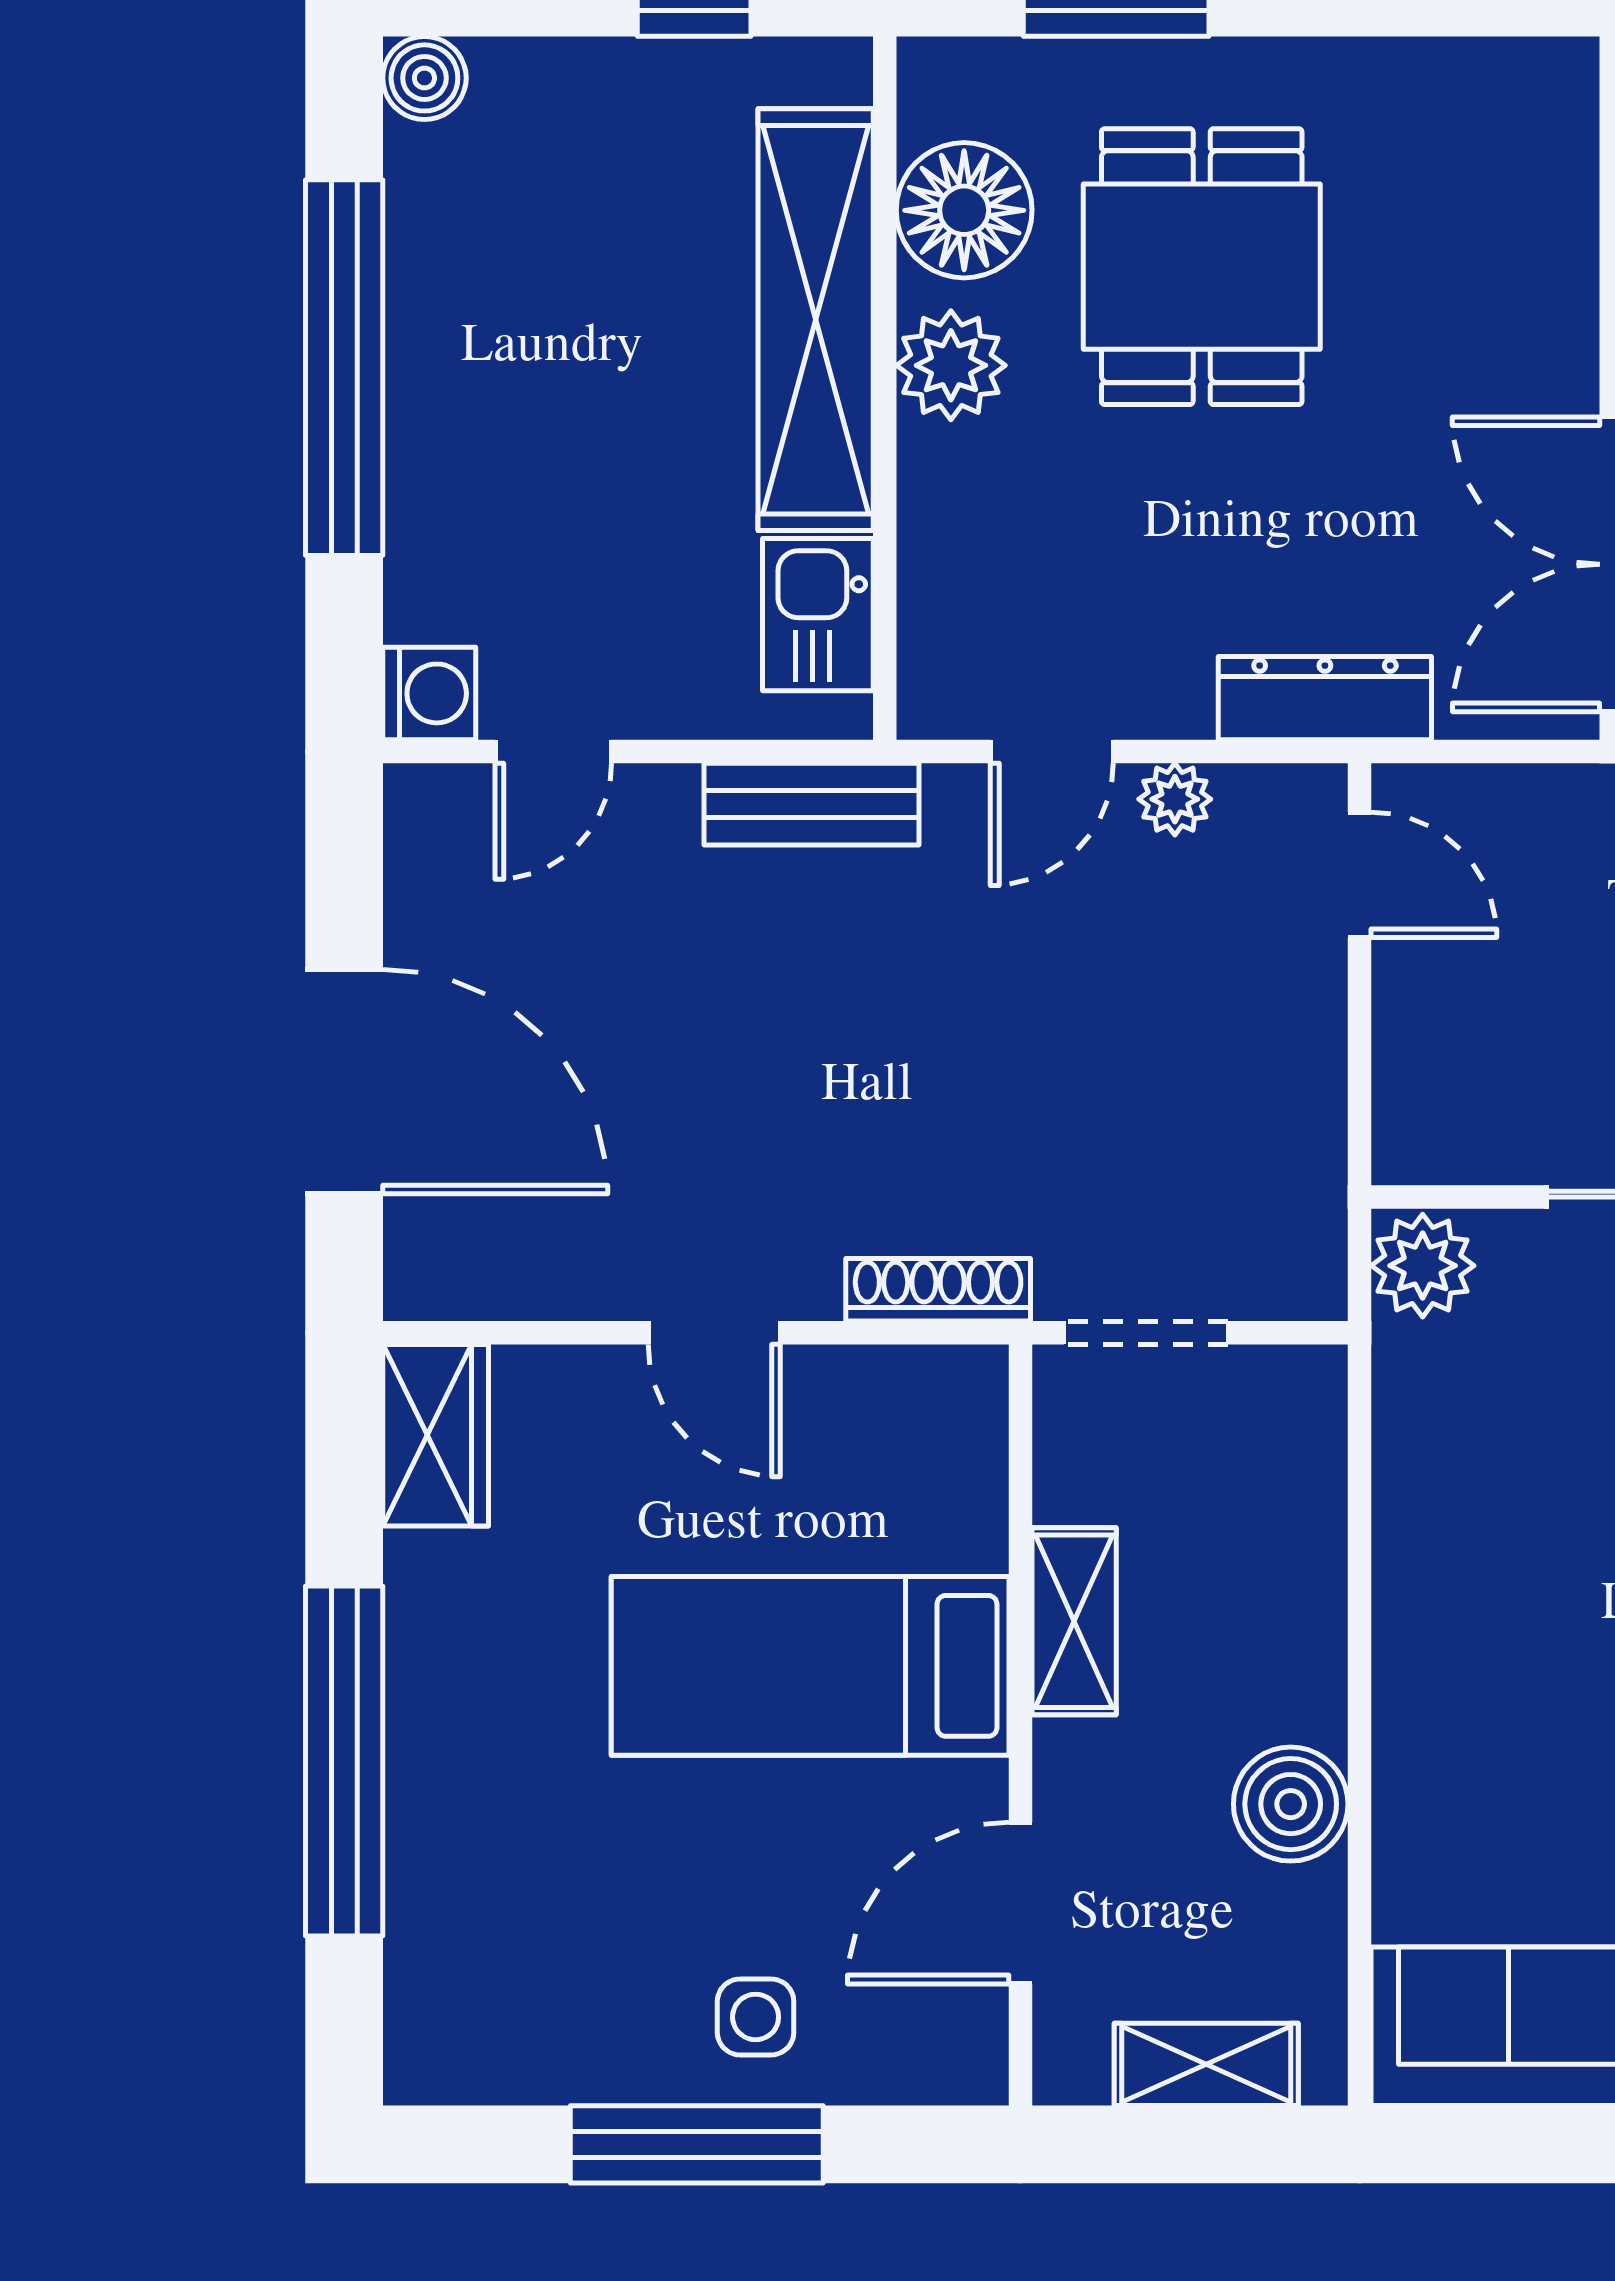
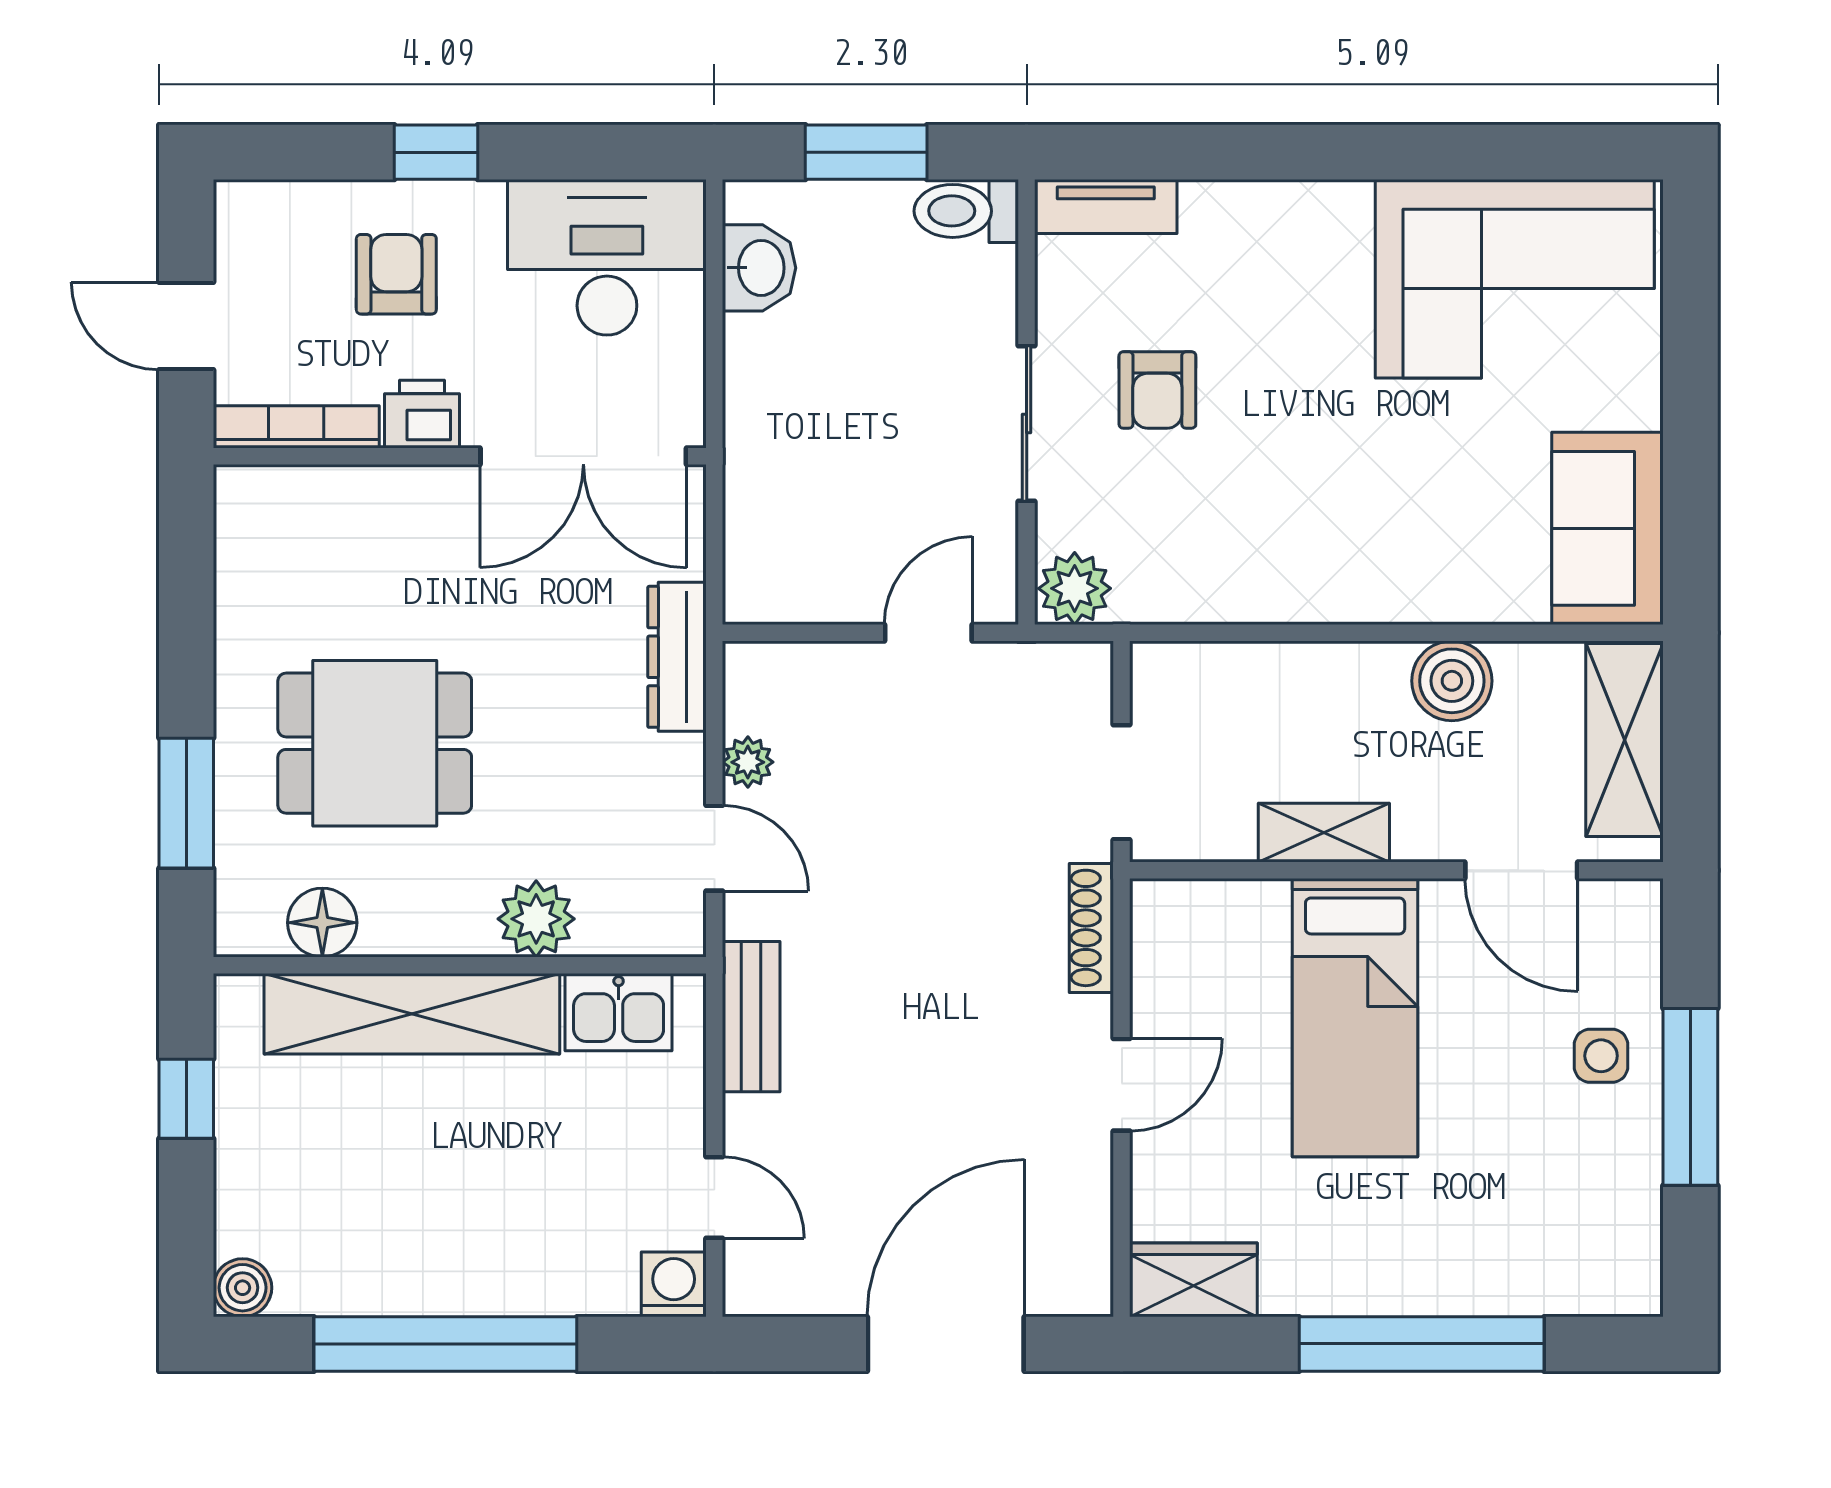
floor lamp: (964, 210) -> (322, 923), width x0.73, depth x0.73
plant: (951, 365) -> (536, 919), moved
door: (1359, 875) -> (928, 633), moved
shelving: (1206, 2064) -> (1625, 740), width x1.50, depth x1.33

